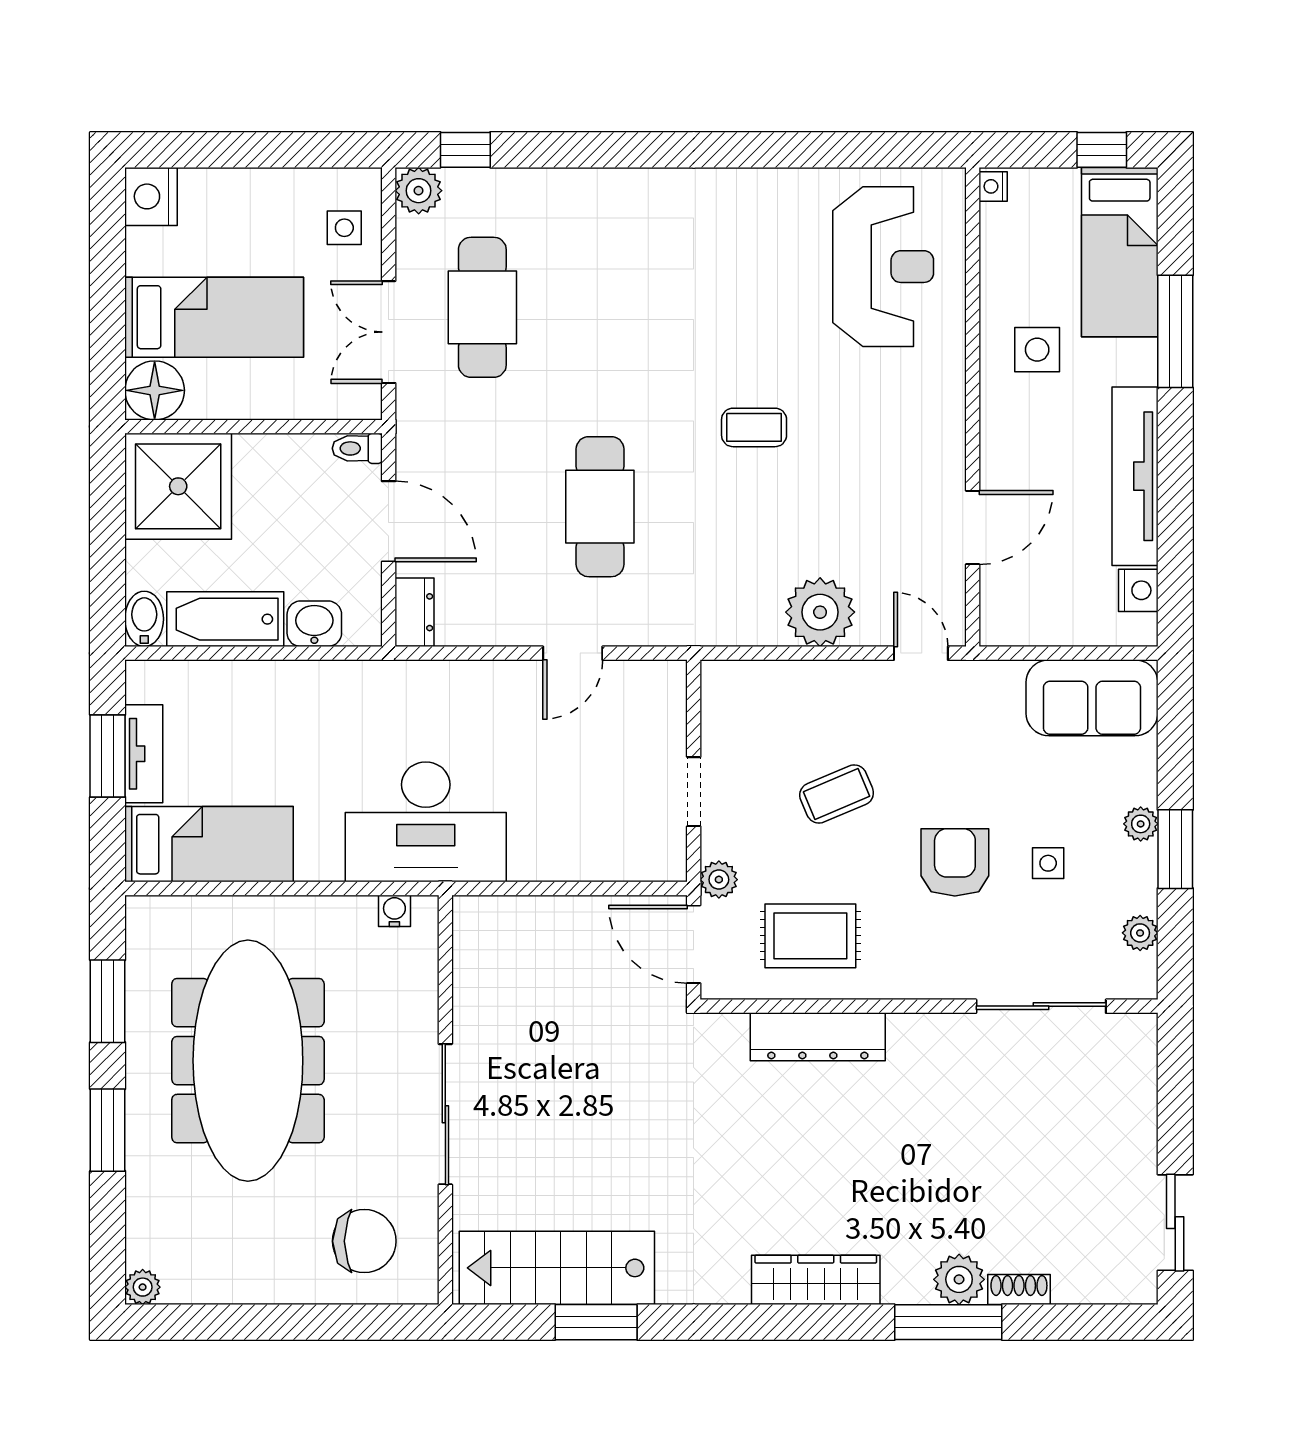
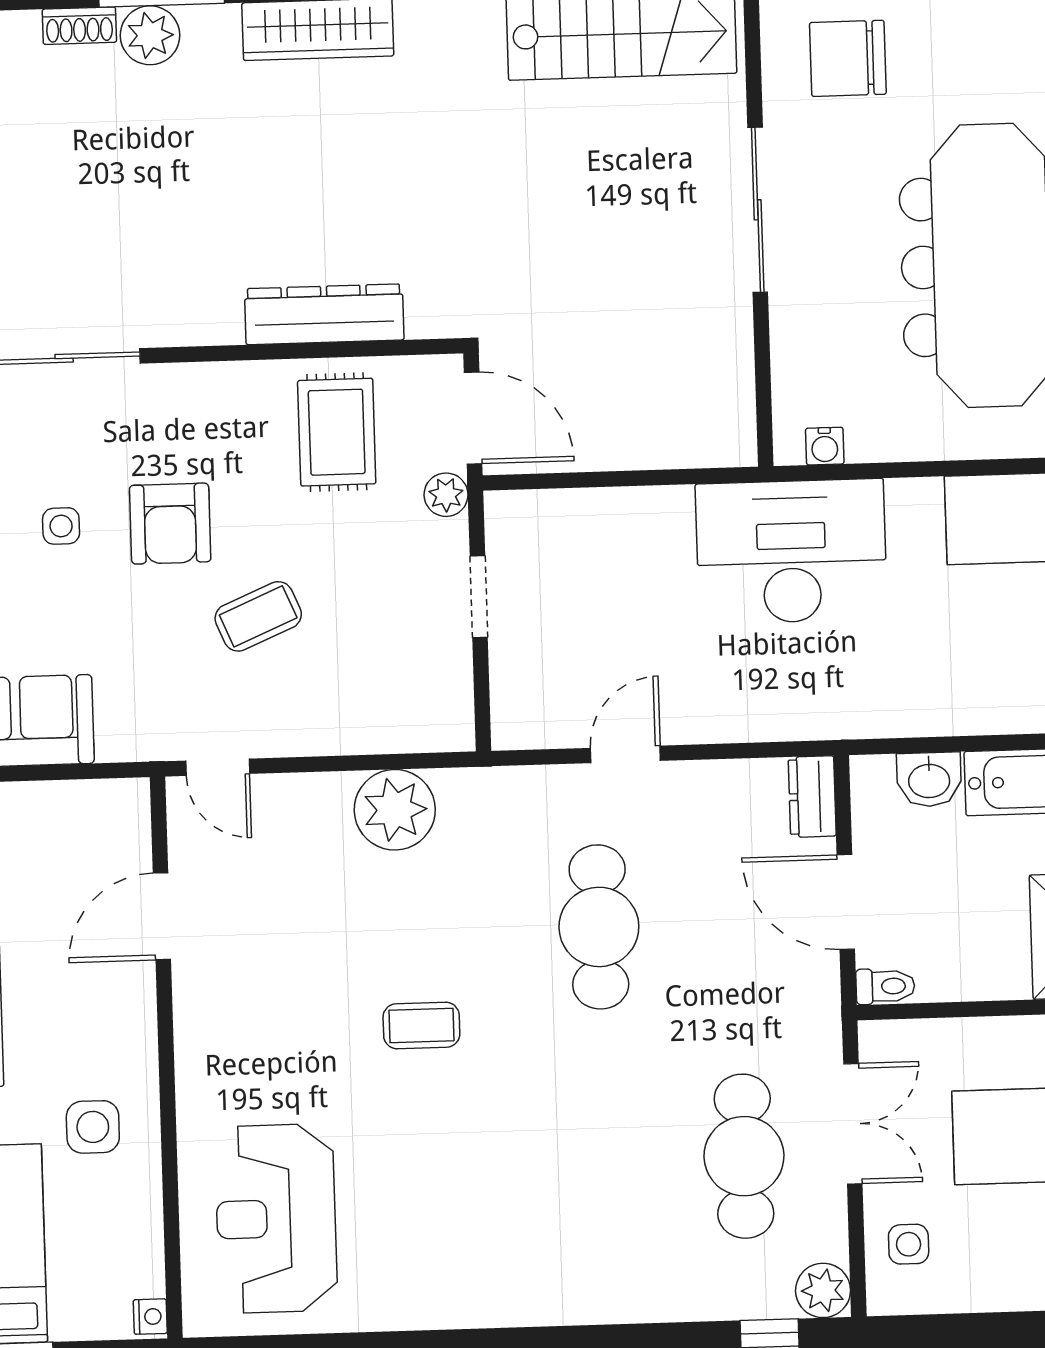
plant: (820, 612) -> (395, 810), moved
coffee table: (837, 794) -> (258, 616), moved
rug: (810, 936) -> (337, 432), turned 90

